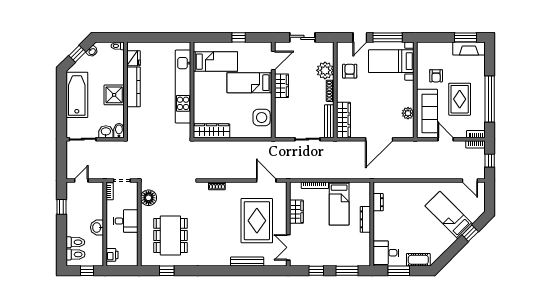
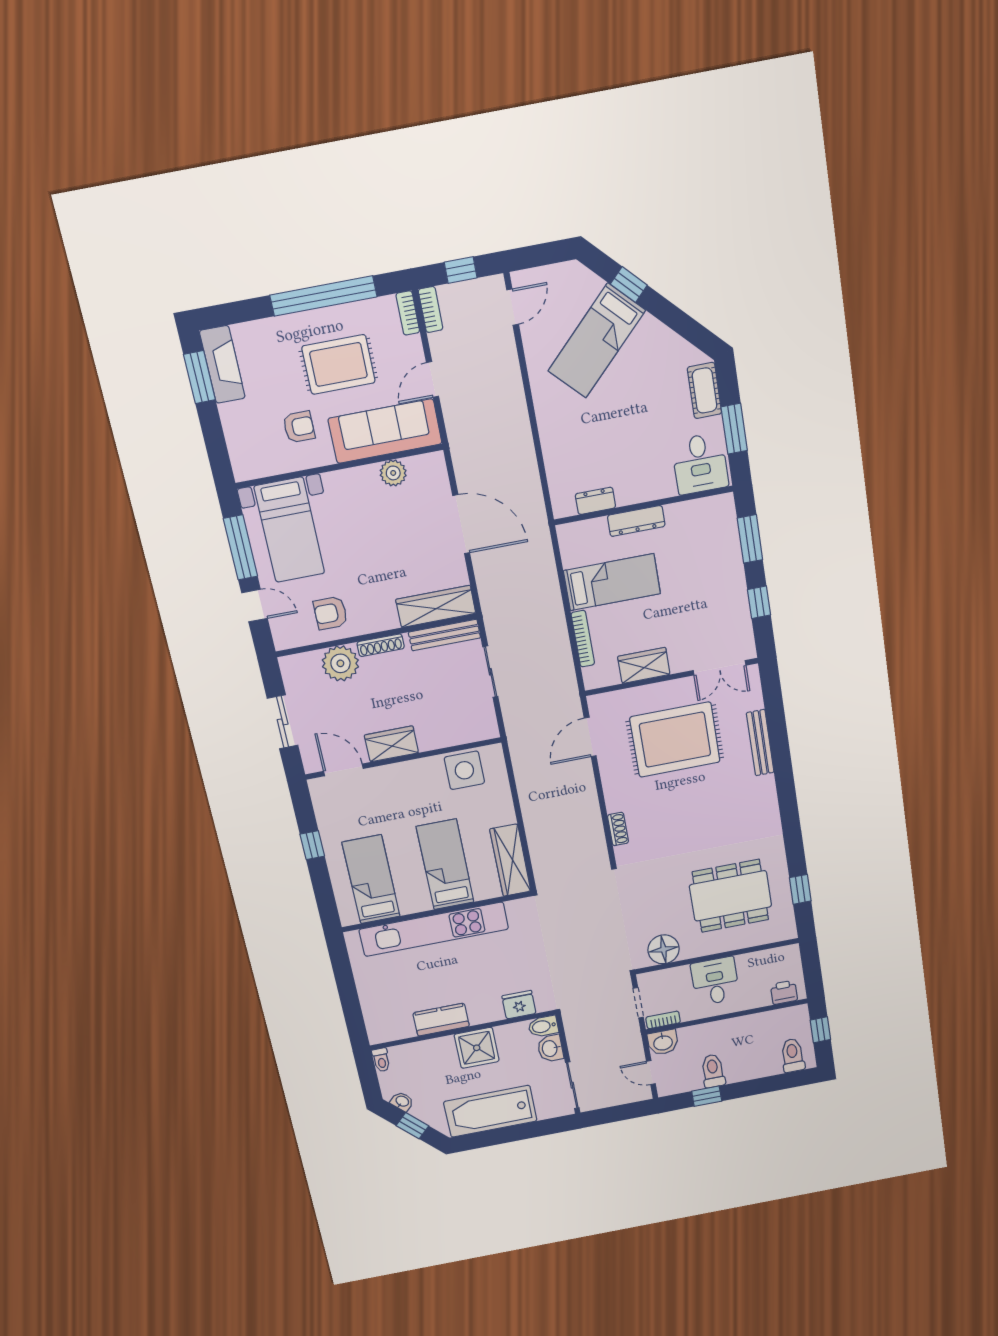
fridge: (133, 58) -> (519, 1005), moved
bed: (250, 83) -> (445, 864), moved, turned 180
kitchen counter: (134, 87) -> (441, 1020), width x0.67
washbasin: (97, 227) -> (663, 1042), moved
toilet: (75, 242) -> (713, 1071), moved

